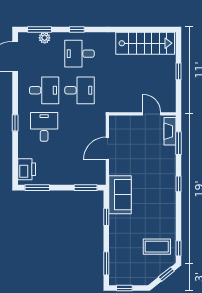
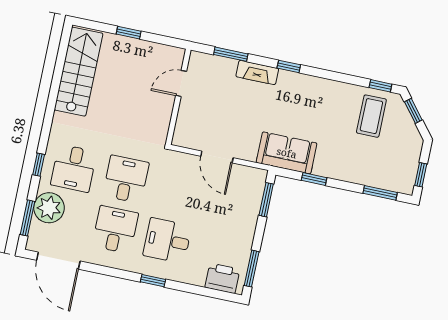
plant: (45, 38) -> (49, 208), width x1.87, depth x1.87
fireplace: (170, 131) -> (257, 73), moved

